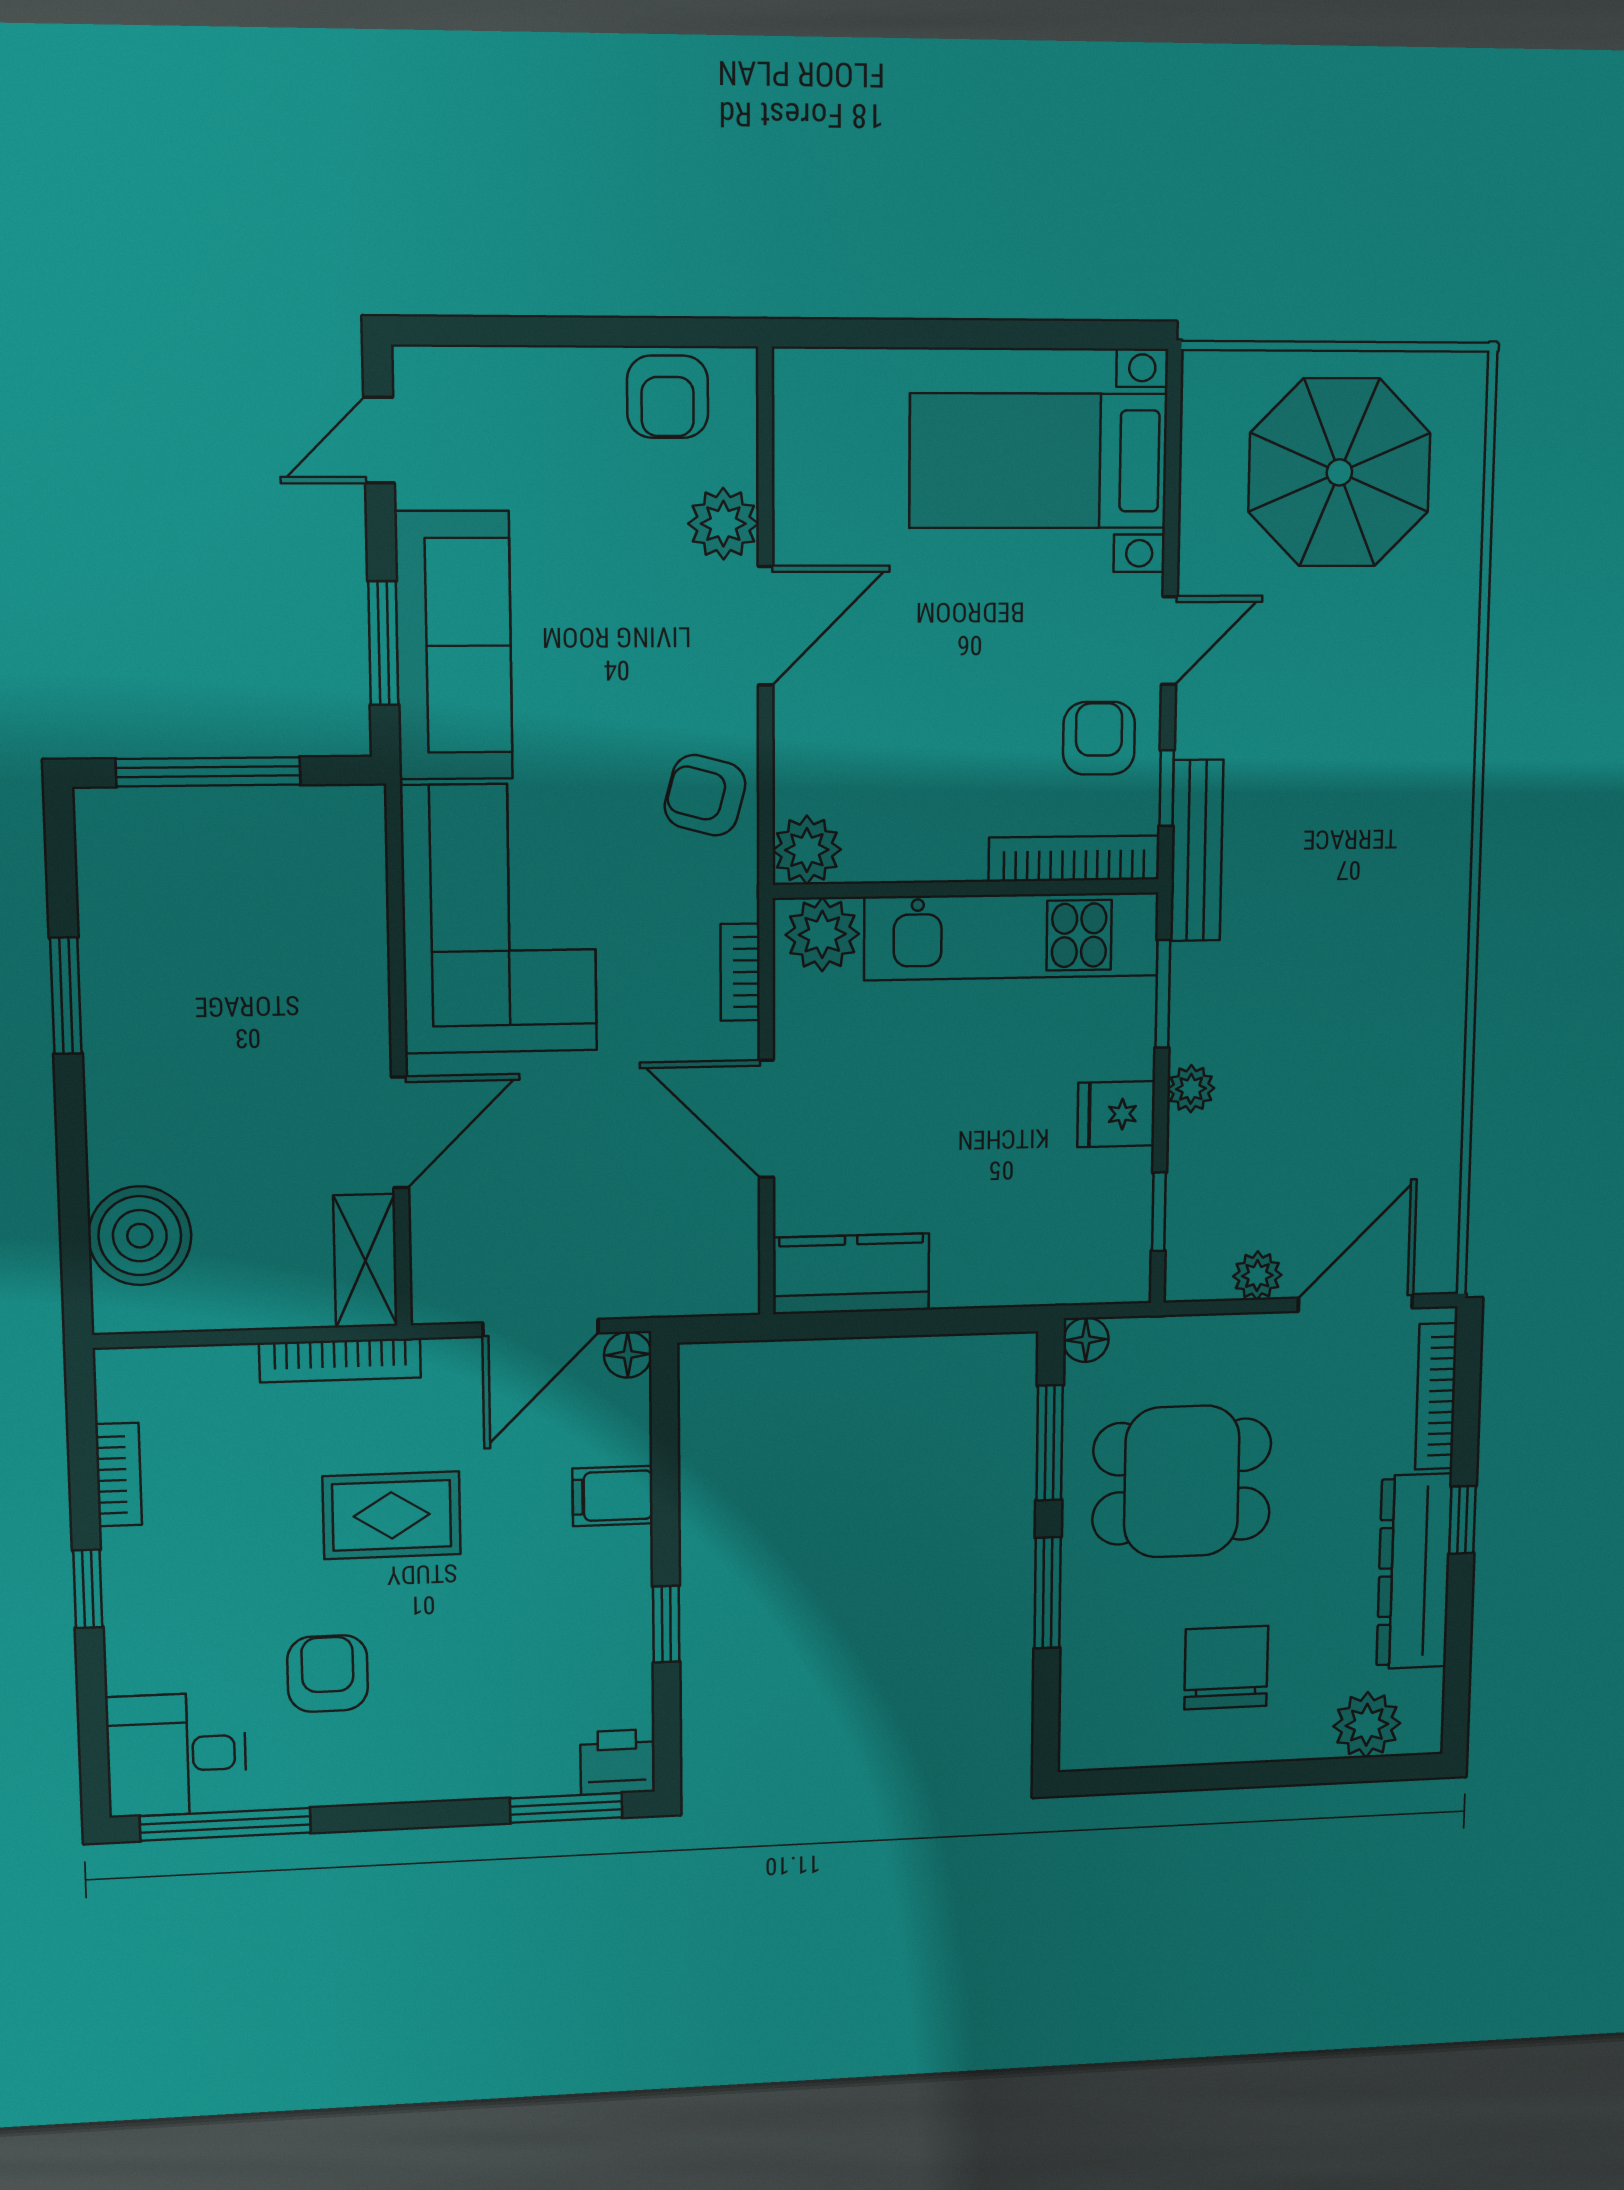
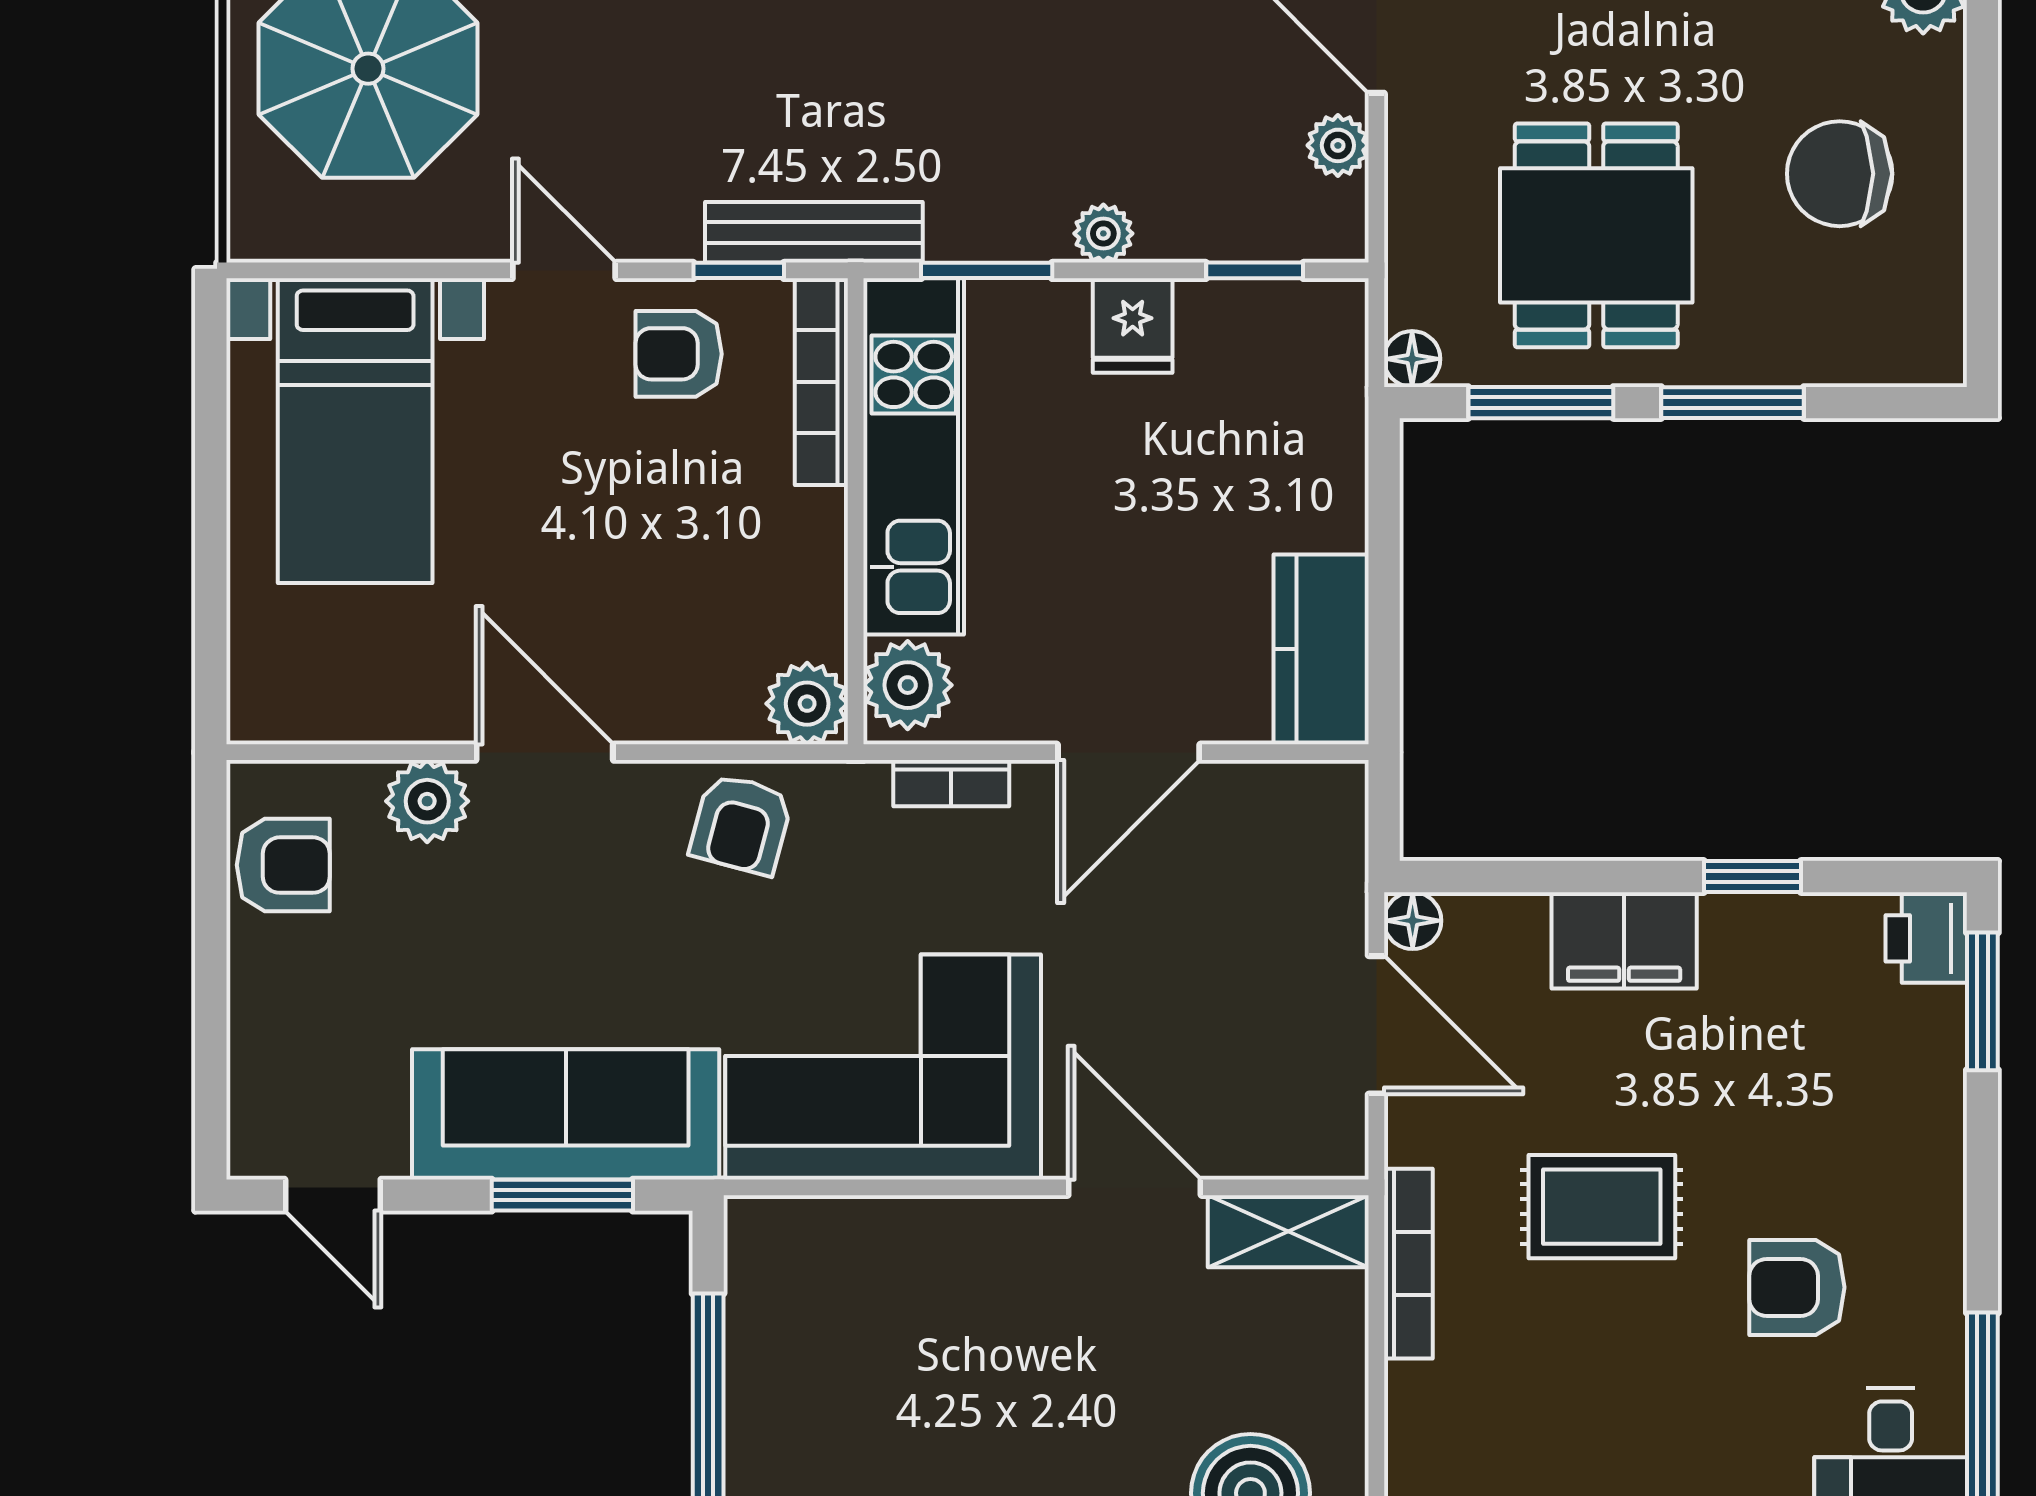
filing cabinet: (613, 1496) -> (1624, 940), width x2.00
rug: (392, 1515) -> (1602, 1207), turned 90

